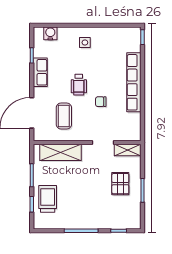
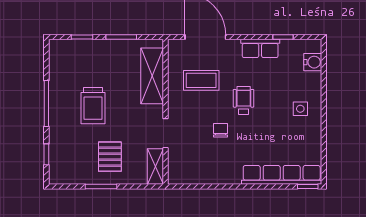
row of seats: (134, 82) -> (282, 175), moved
wheelchair: (79, 85) -> (244, 101), turned 90
pallet: (120, 184) -> (110, 157), turned 90
trolley: (48, 199) -> (93, 106), moved, turned 90

